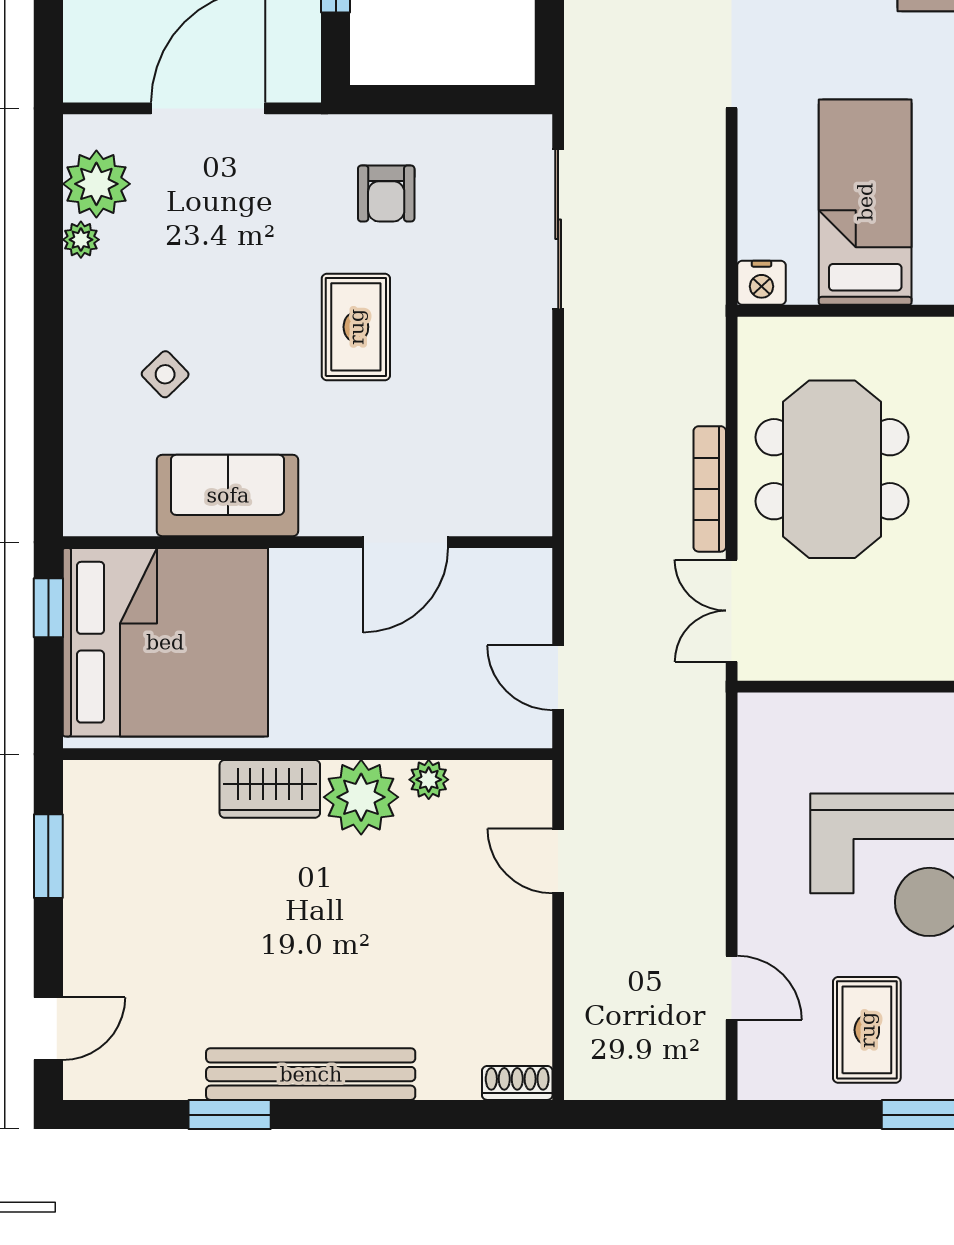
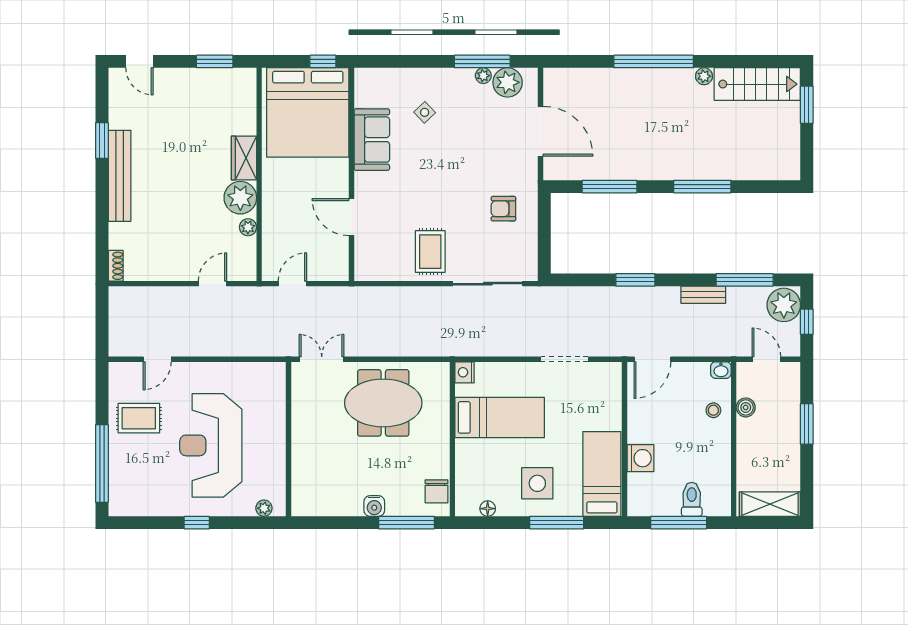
window: (48, 242) -> (482, 61), added
rug: (356, 327) -> (430, 252), moved, turned 90
bookcase: (710, 489) -> (375, 350), removed

